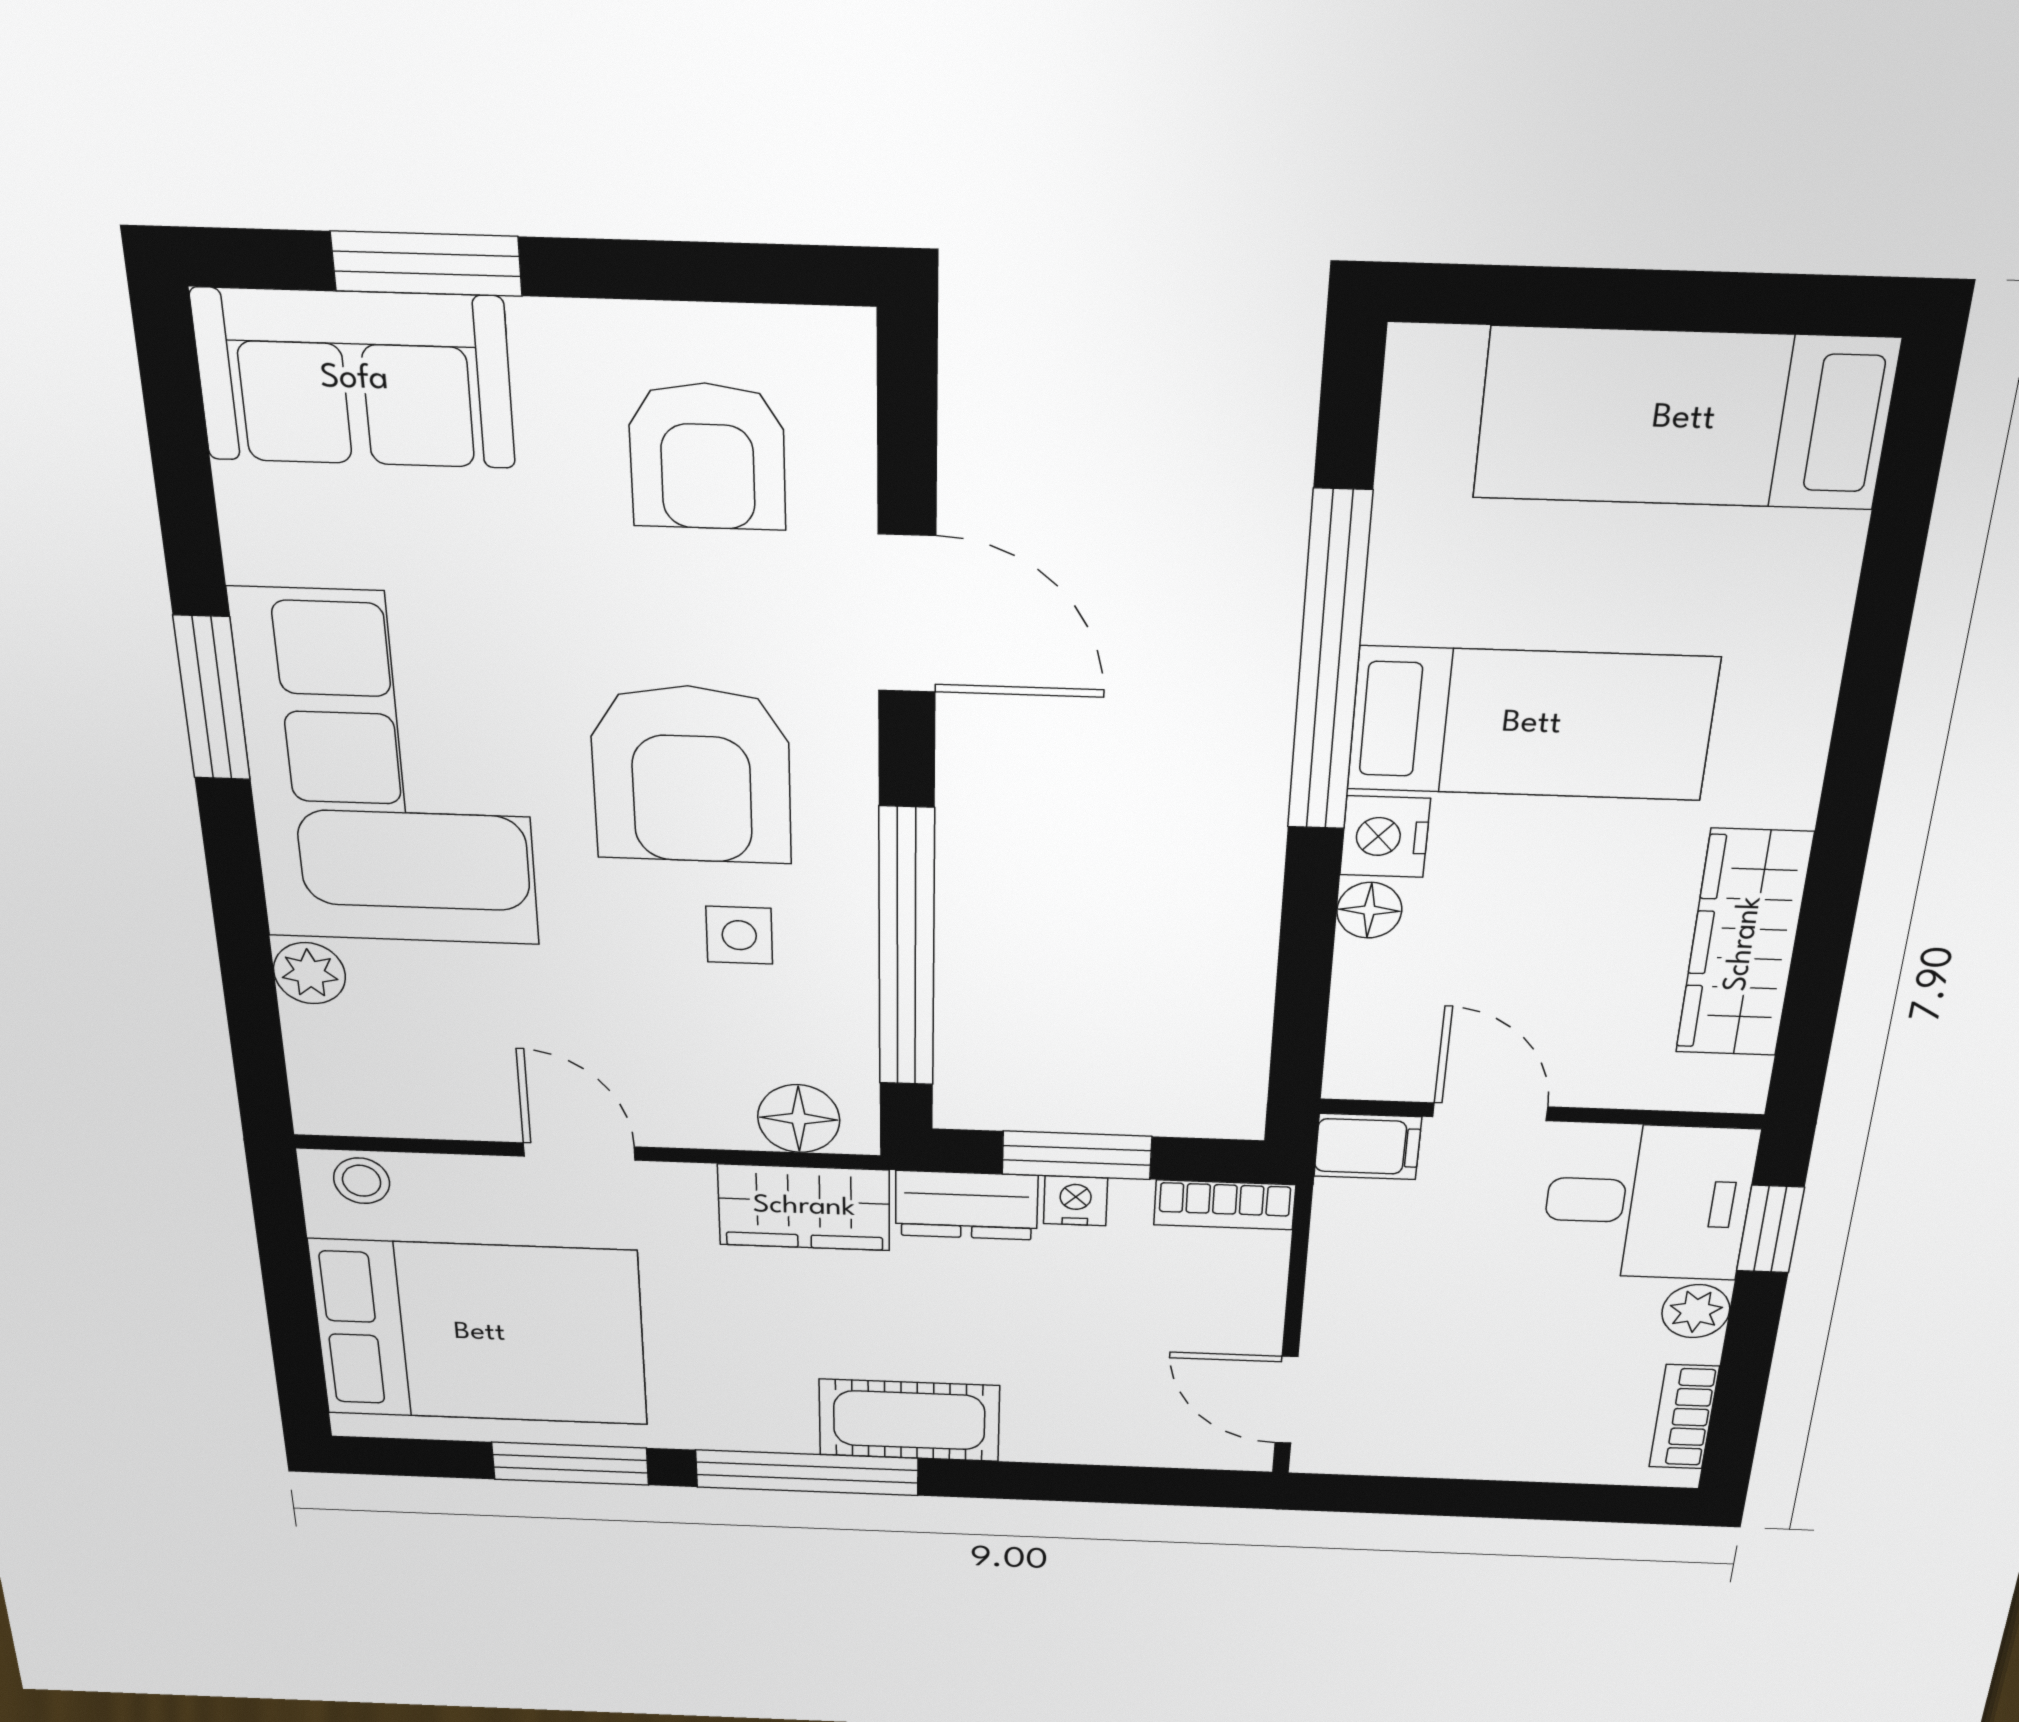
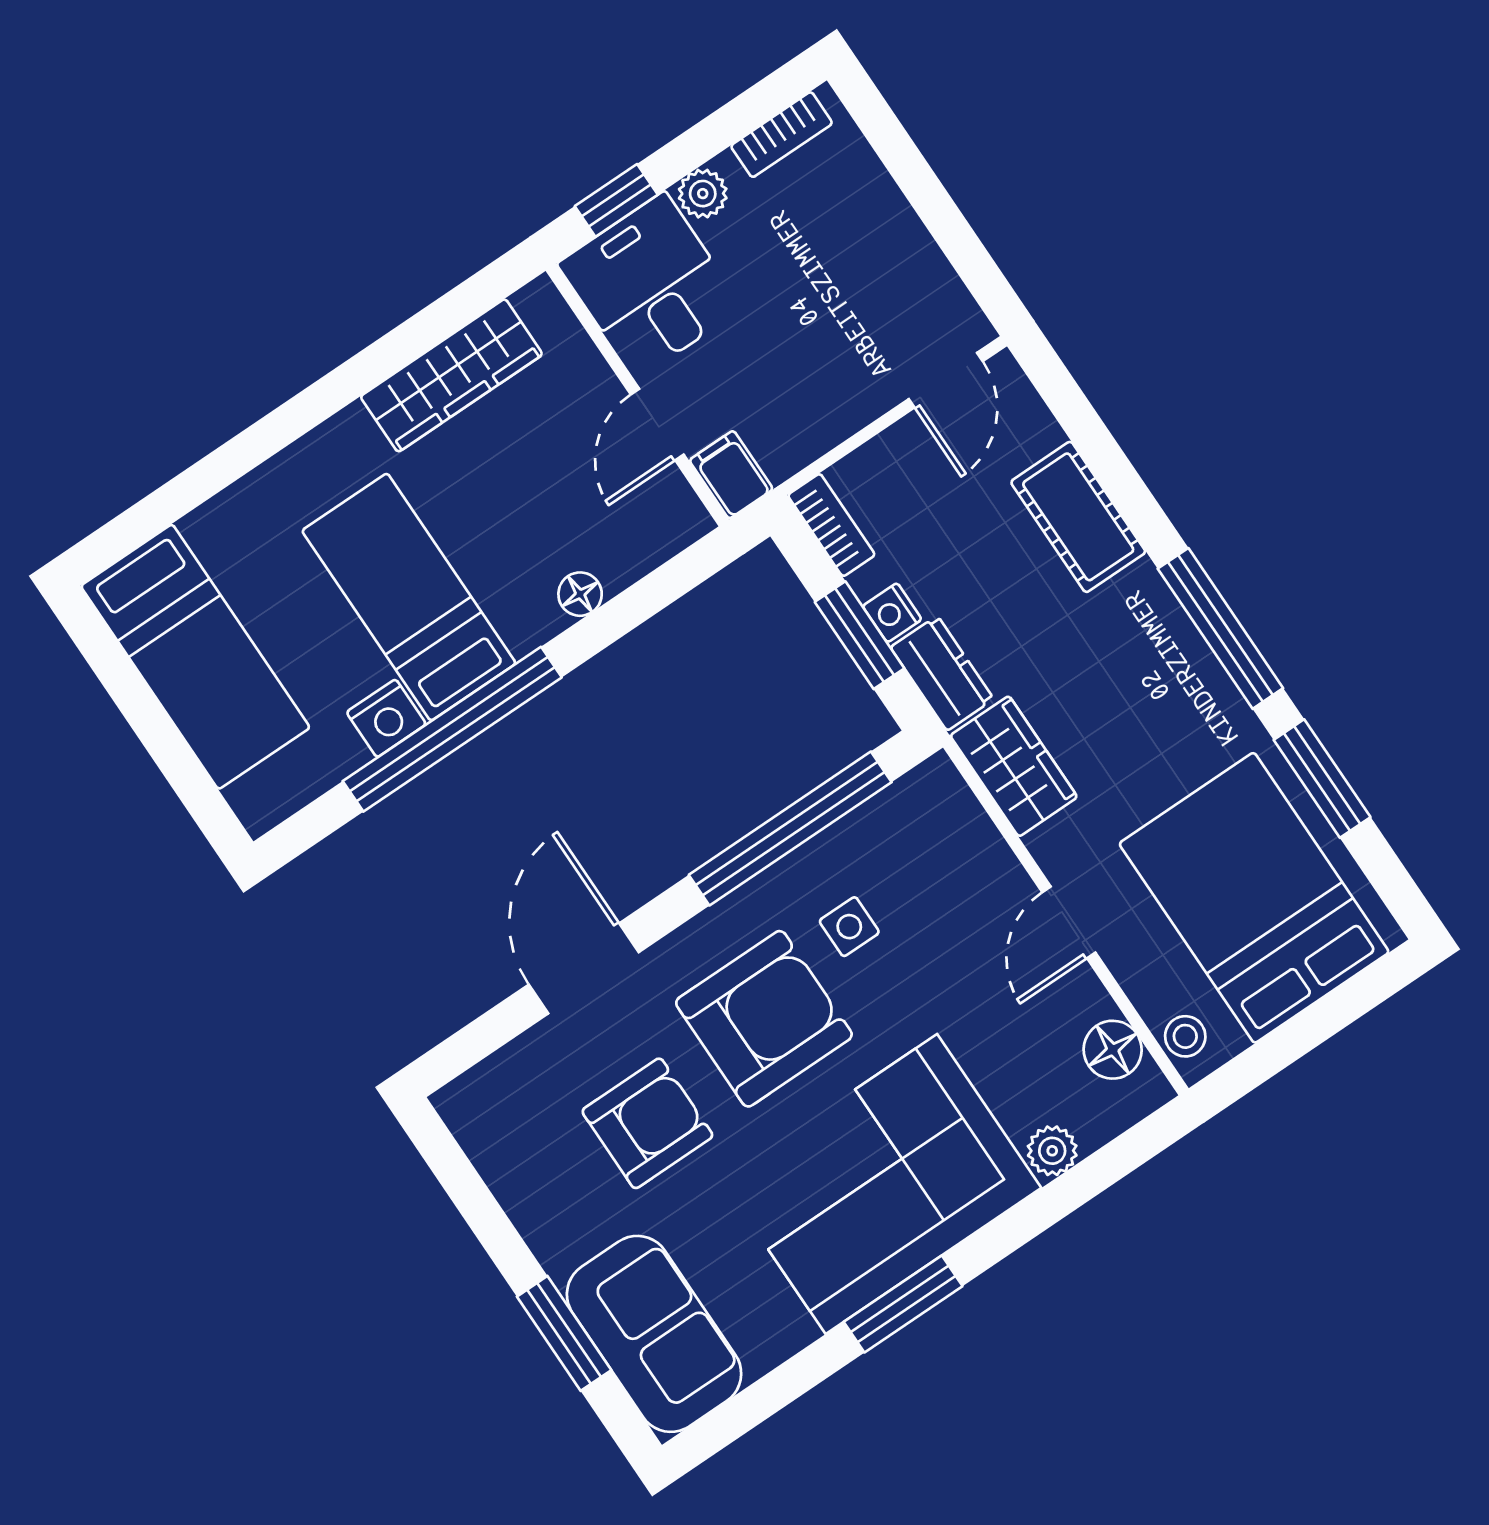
armchair: (707, 456) -> (647, 1123), moved
nightstand: (1385, 837) -> (386, 718), moved
floor lamp: (799, 1119) -> (1113, 1050), moved
cot: (909, 1420) -> (1078, 517), moved

